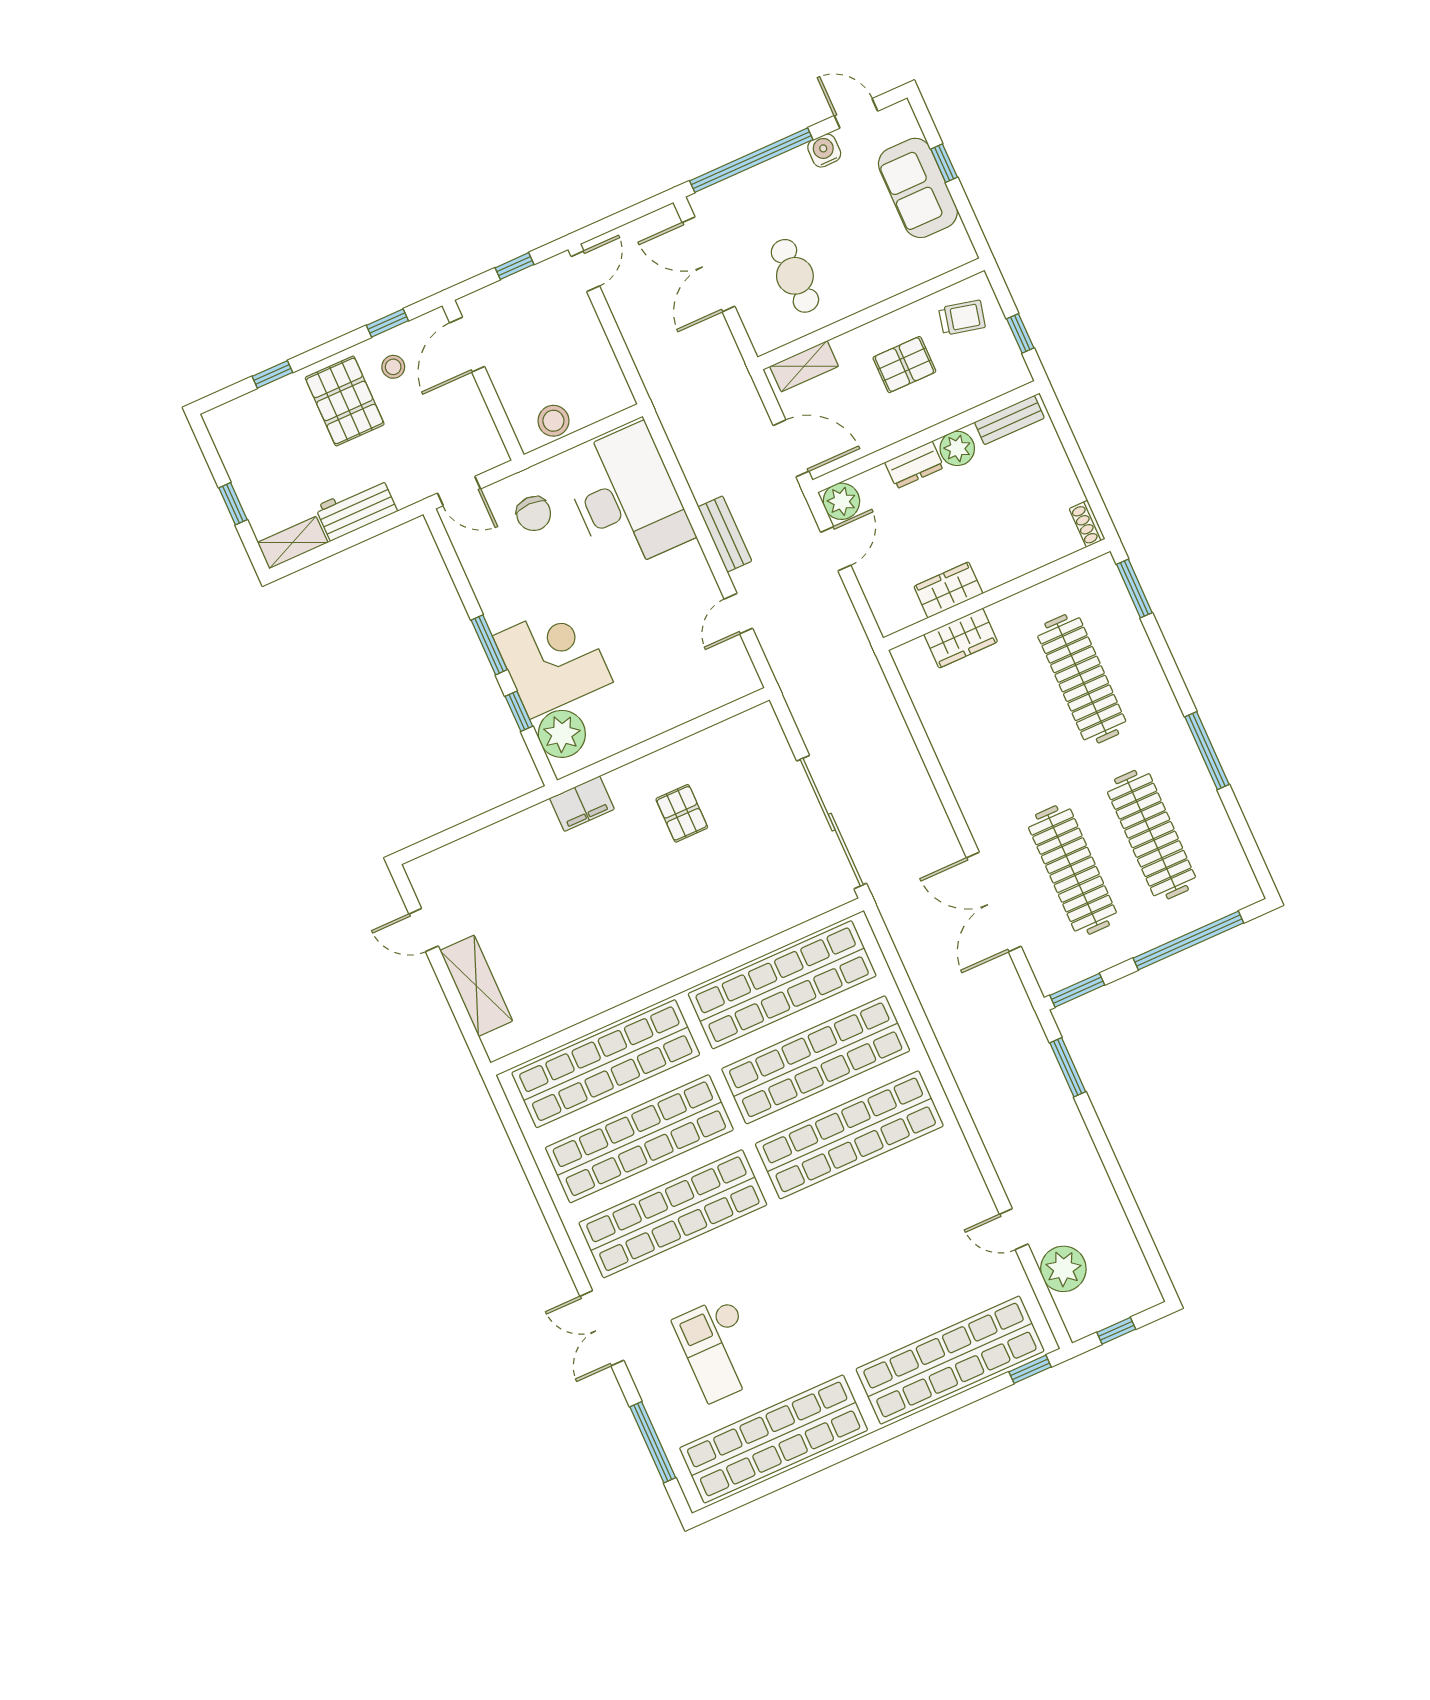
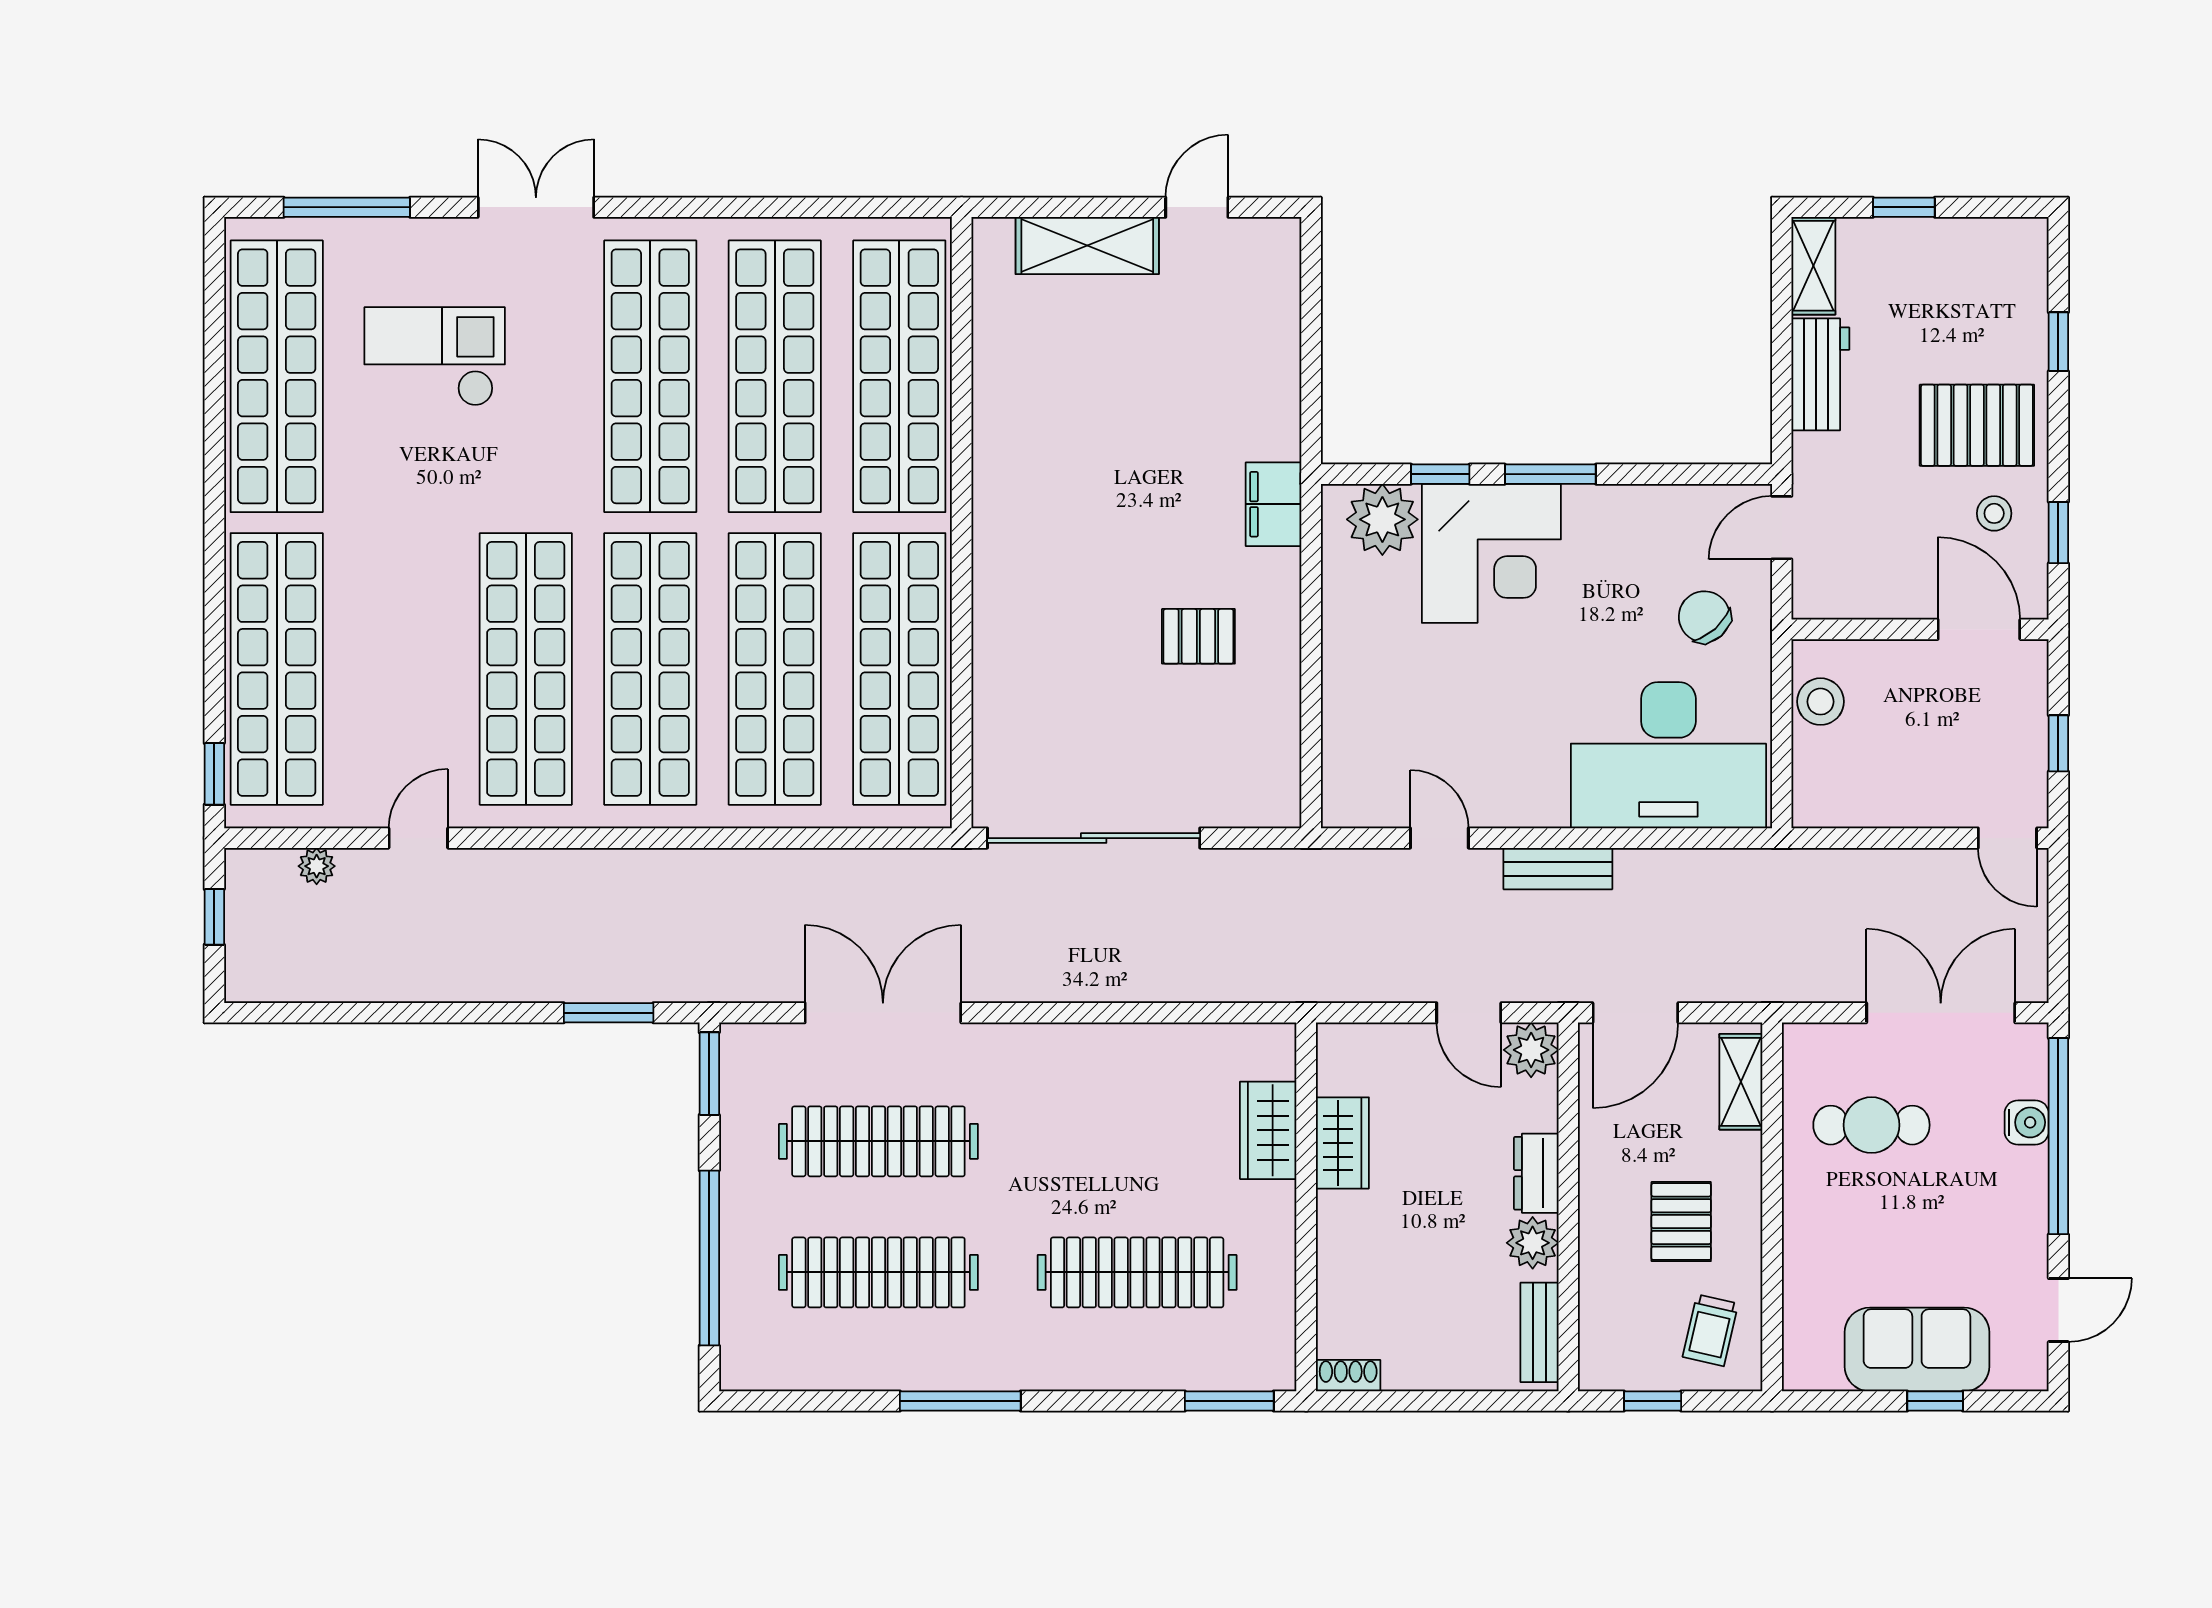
water cooler: (824, 151) -> (2027, 1122), moved
chair: (534, 514) -> (1704, 617), turned 48
shop shelf: (883, 1210) -> (526, 669), added
plant: (1063, 1269) -> (317, 866), width x0.53, depth x0.53

